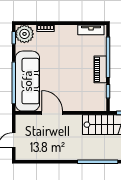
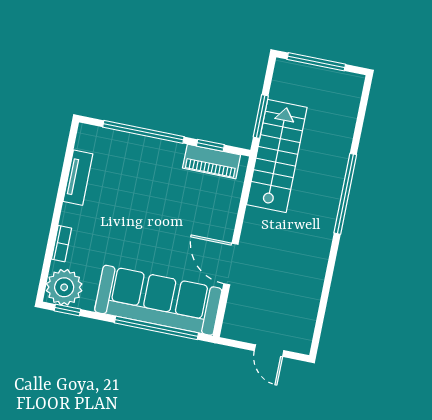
tv unit: (91, 30) -> (78, 178), moved
piano: (100, 69) -> (212, 162), moved
door: (52, 113) -> (231, 264), hinge flipped

